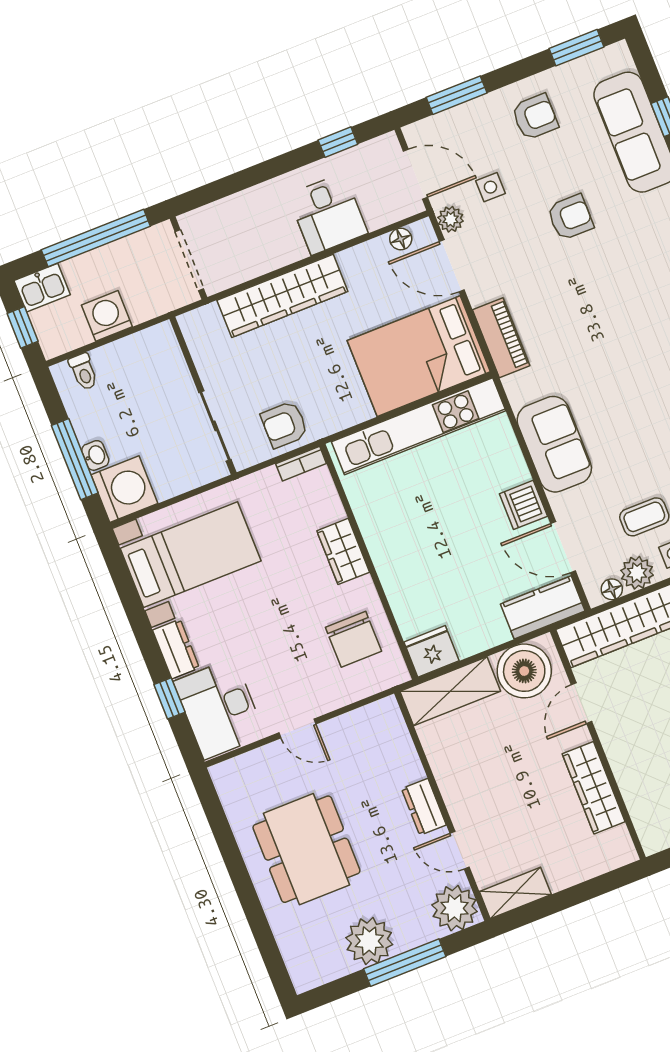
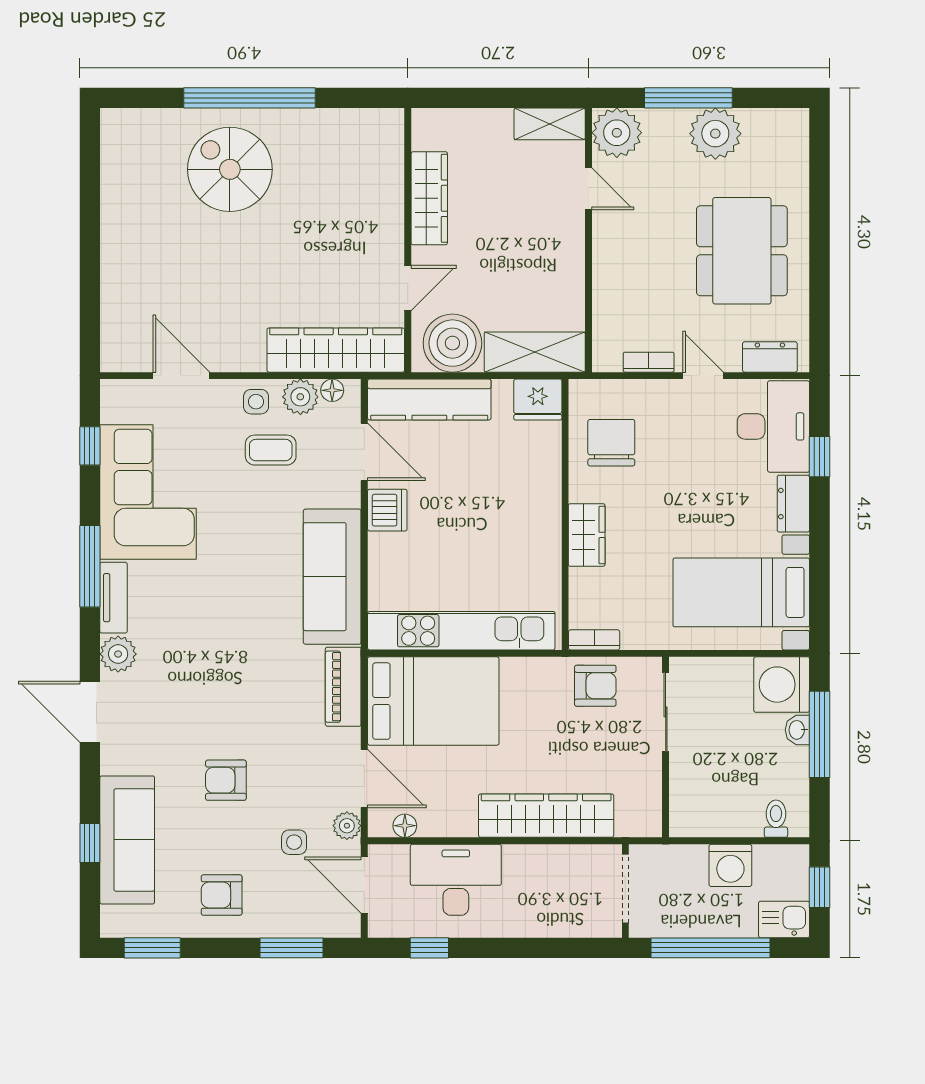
desk: (328, 214) -> (456, 880), width x1.37
sofa: (554, 444) -> (332, 577), width x1.36
kitchen counter: (543, 607) -> (429, 399), width x1.50
bookcase: (349, 721) -> (649, 362), added
dresser: (424, 807) -> (770, 357), moved, turned -90

